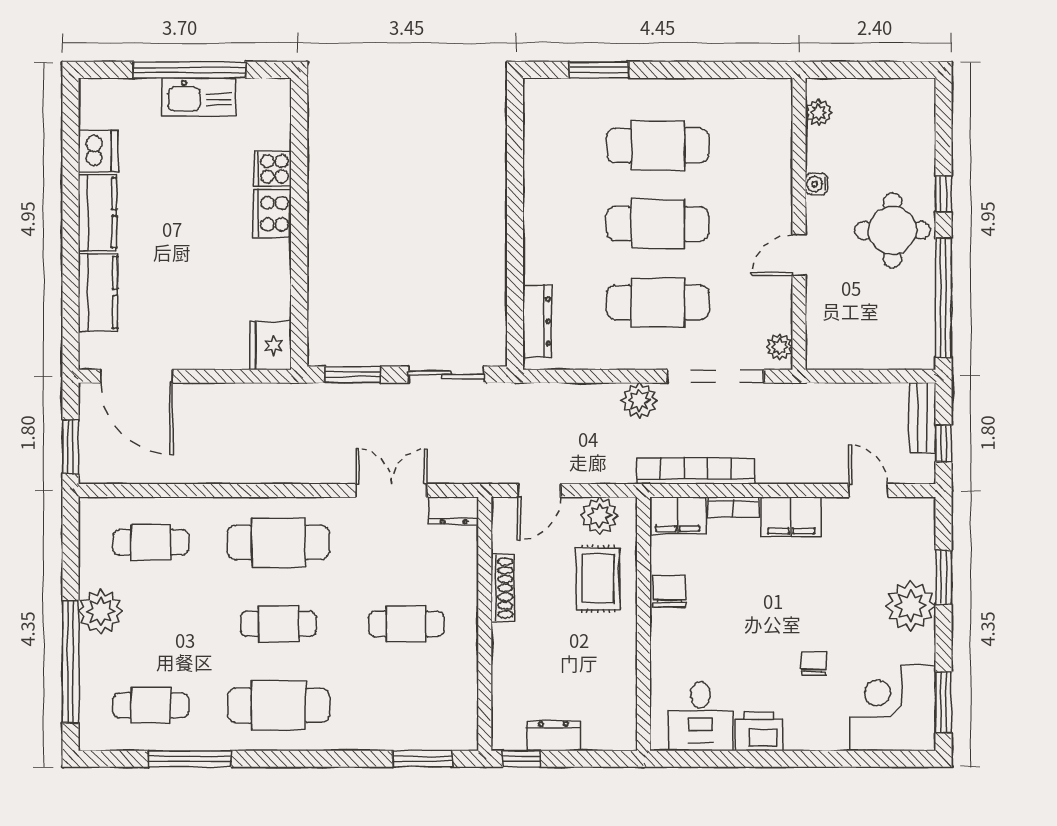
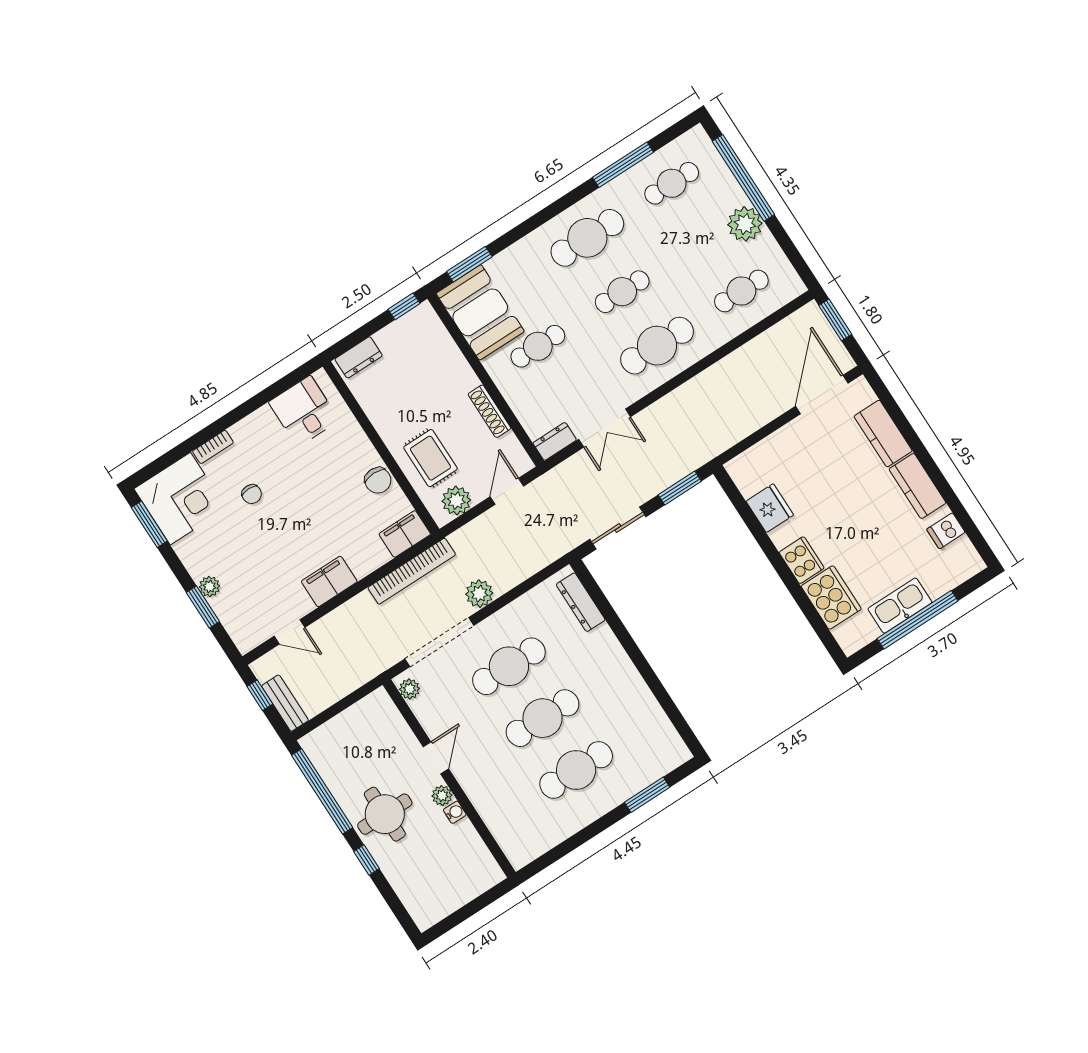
plant: (818, 112) -> (442, 796), moved
dishwasher: (98, 151) -> (946, 531), width x0.73
cooker: (272, 169) -> (831, 598), width x1.87, depth x1.31
fridge: (270, 346) -> (770, 508), moved
door: (136, 376) -> (822, 395), hinge flipped
bookcase: (733, 507) -> (213, 447), moved, turned 180
plant: (911, 606) -> (210, 586), width x0.53, depth x0.53
booth: (444, 700) -> (480, 312), added
printer: (759, 731) -> (259, 426), removed
dresser: (554, 736) -> (359, 357), moved

